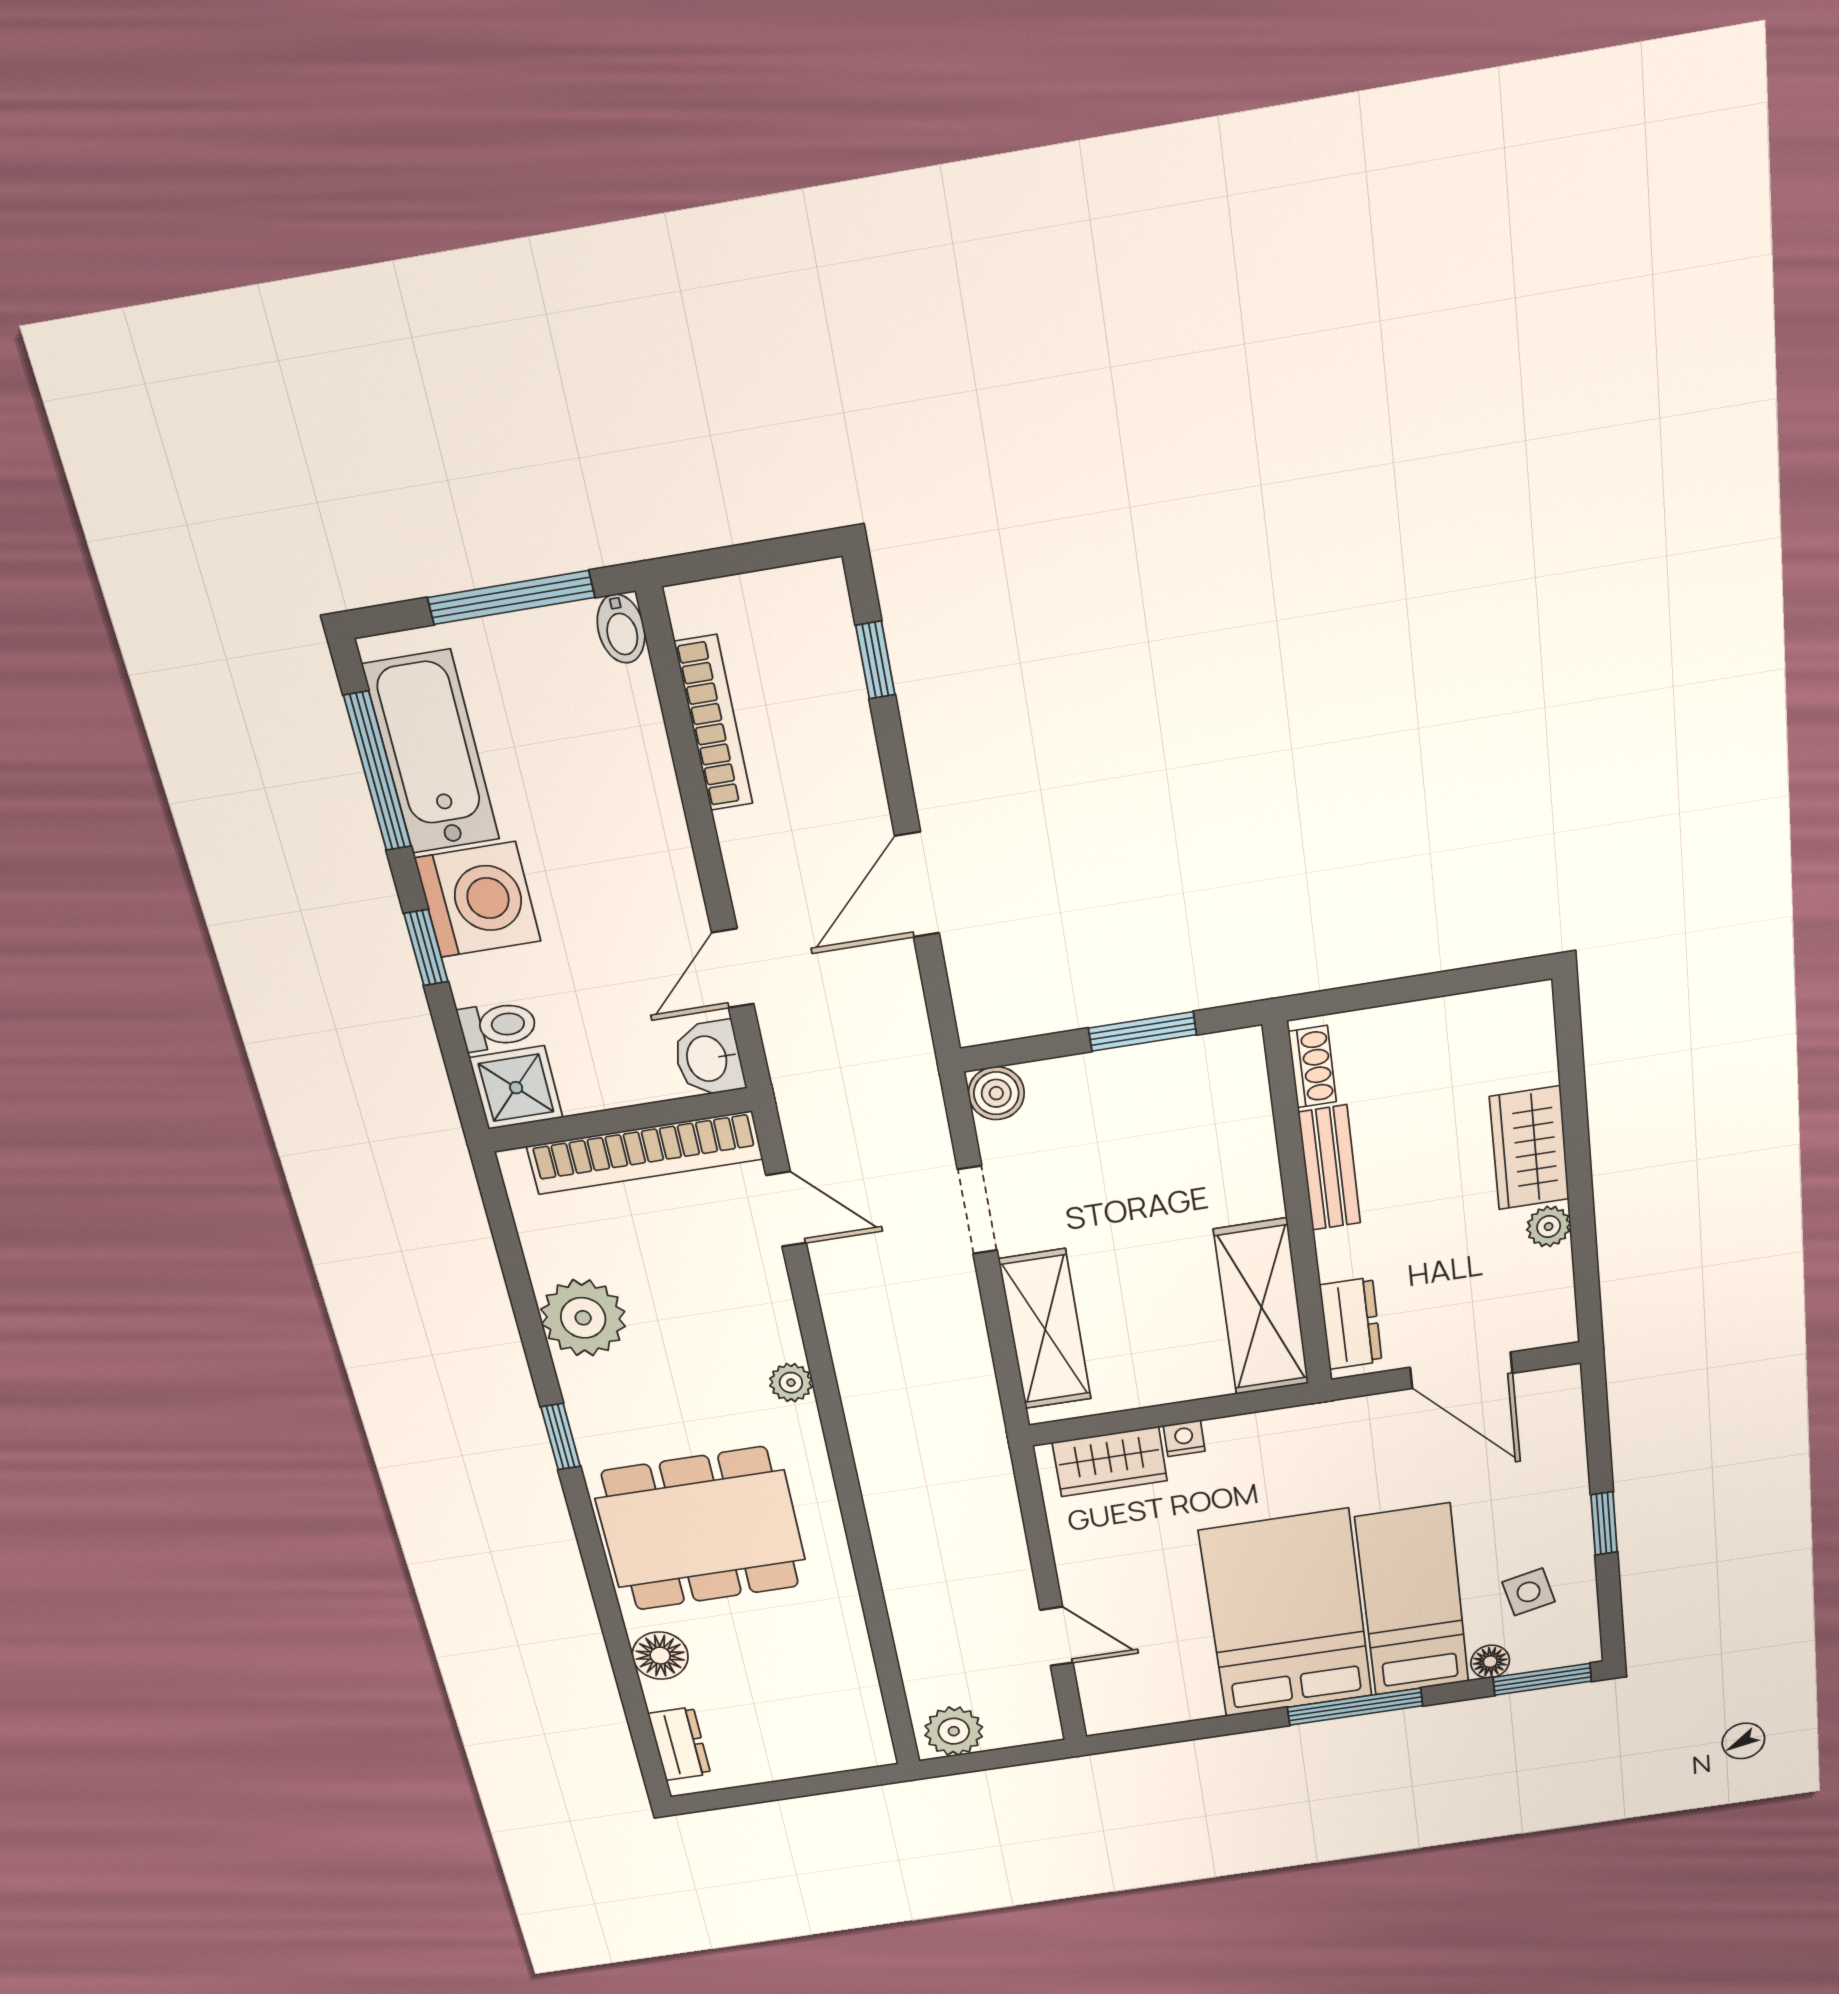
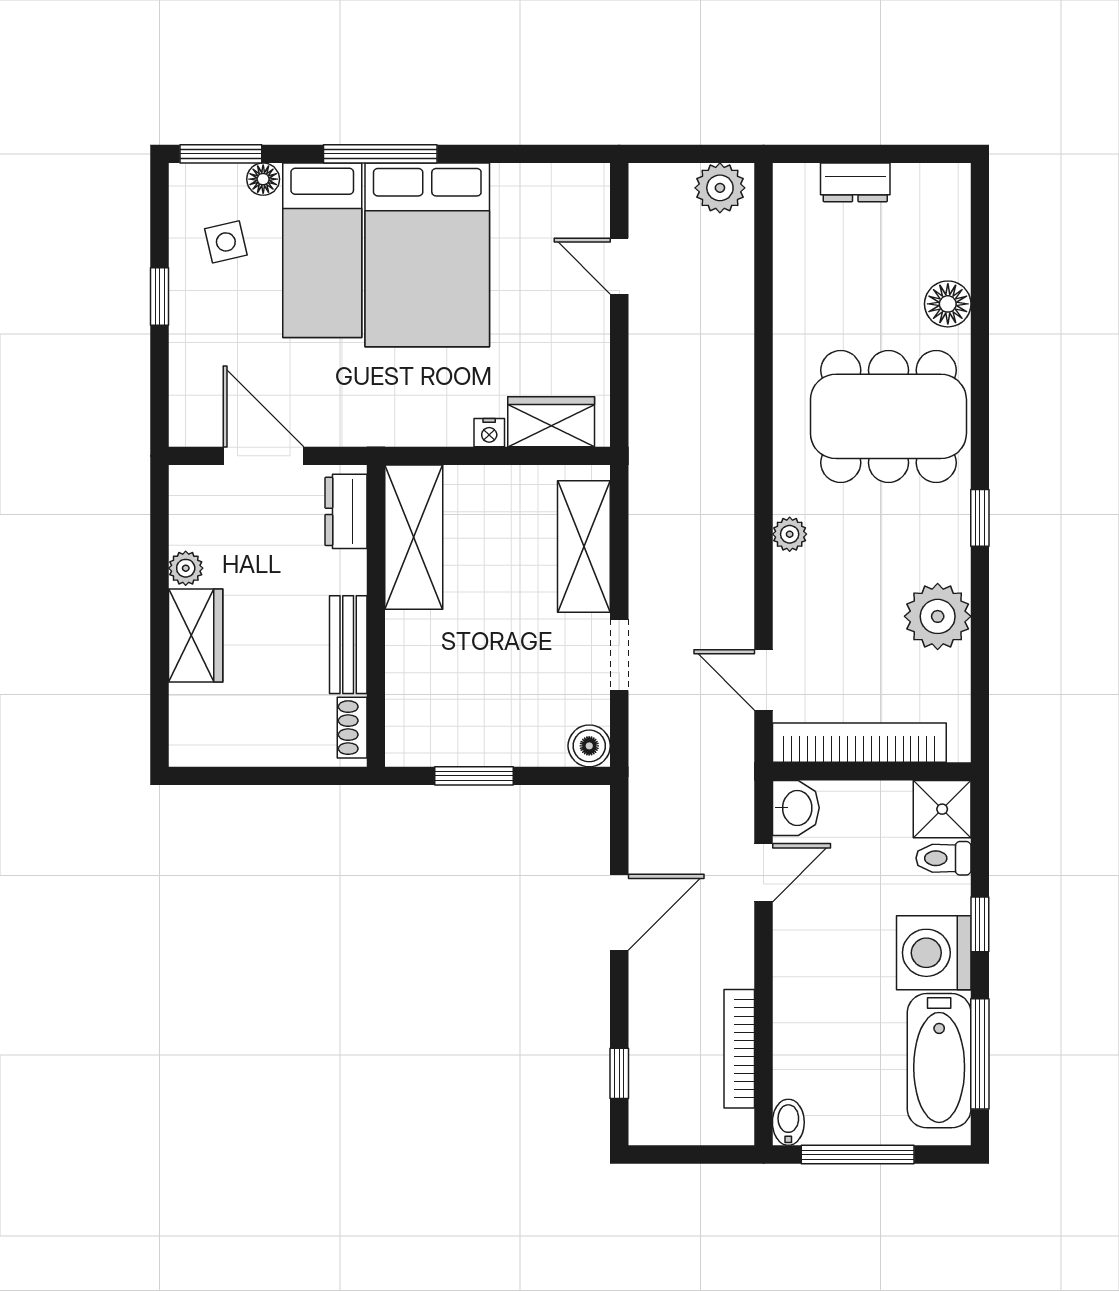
dresser: (679, 1744) -> (855, 182), moved, turned -90

